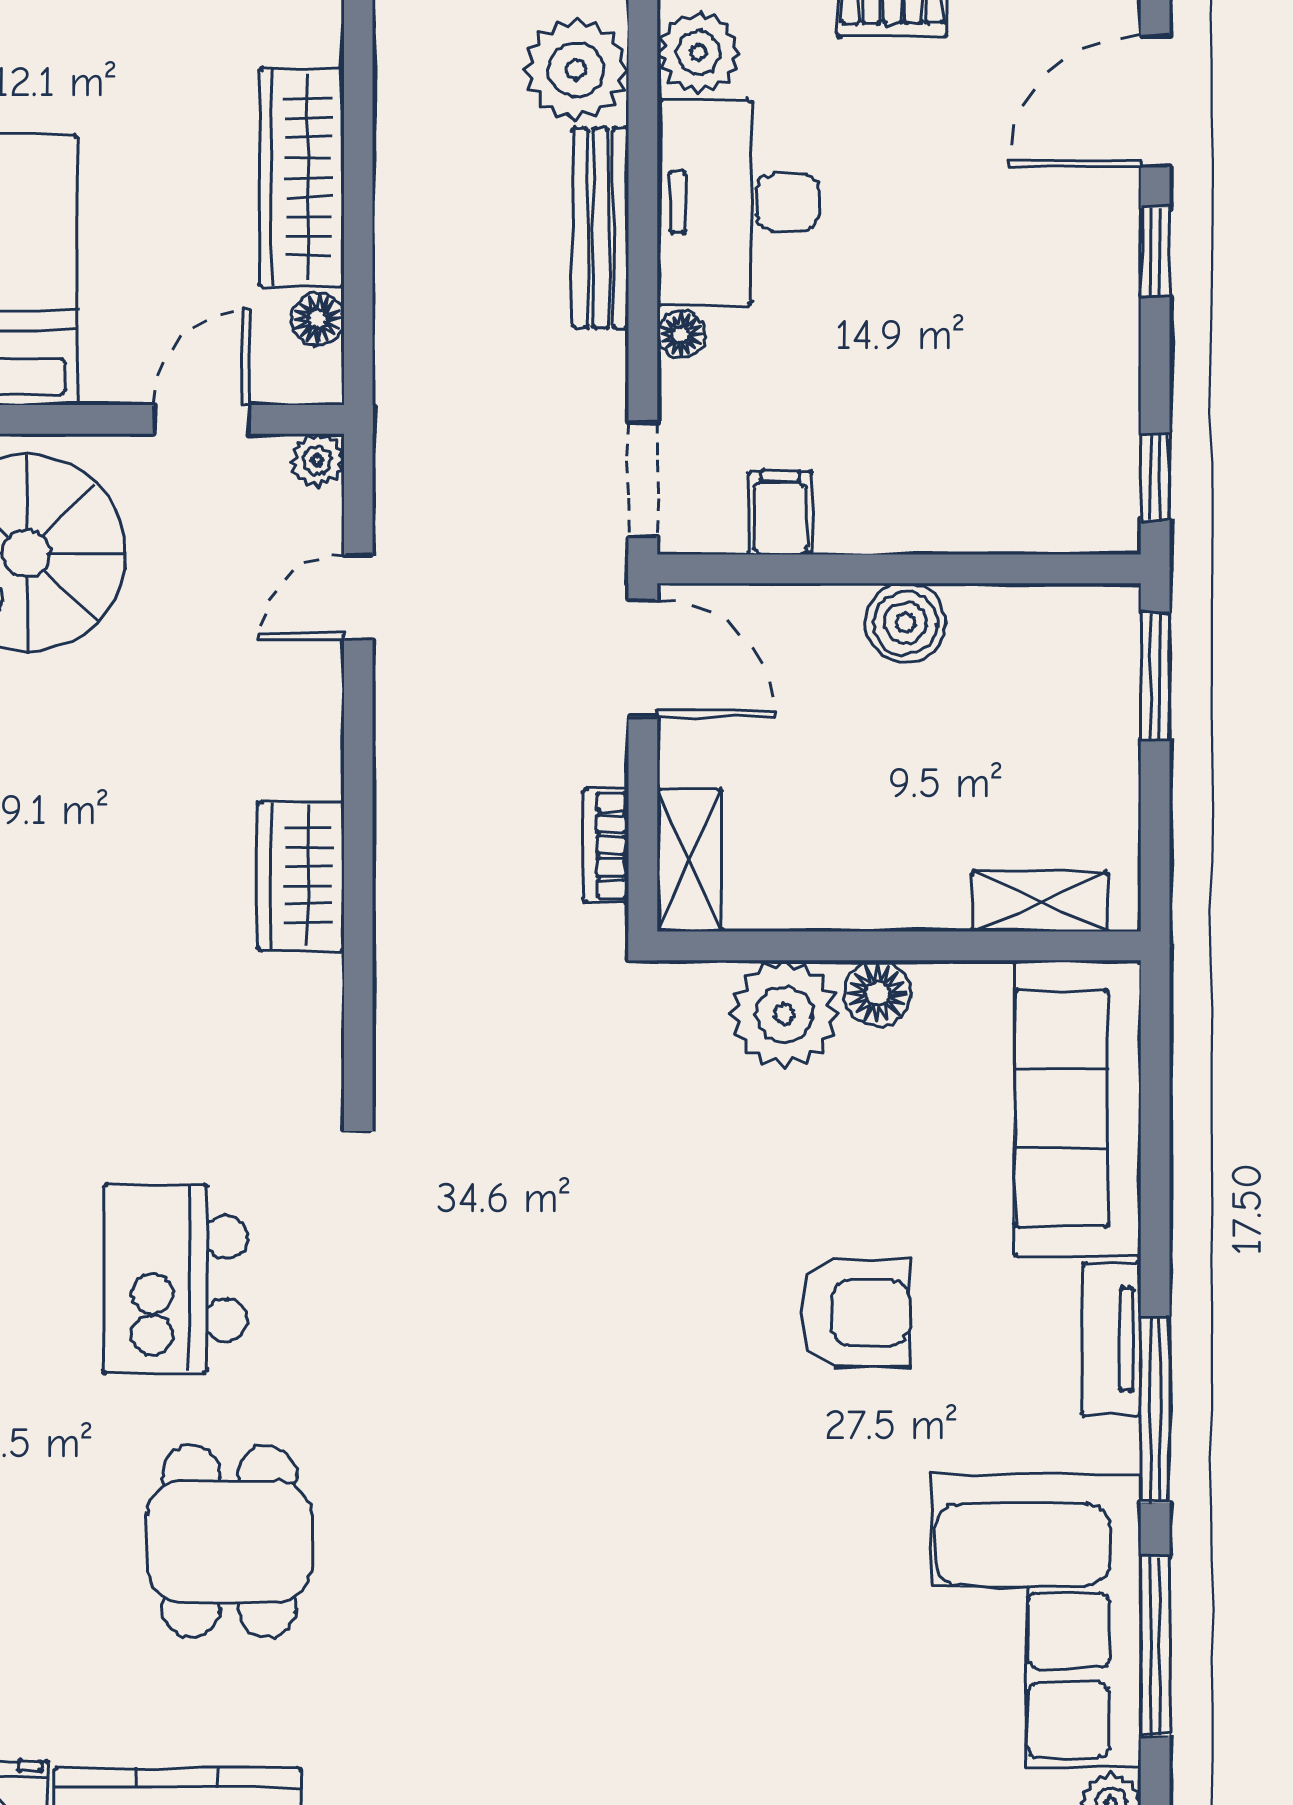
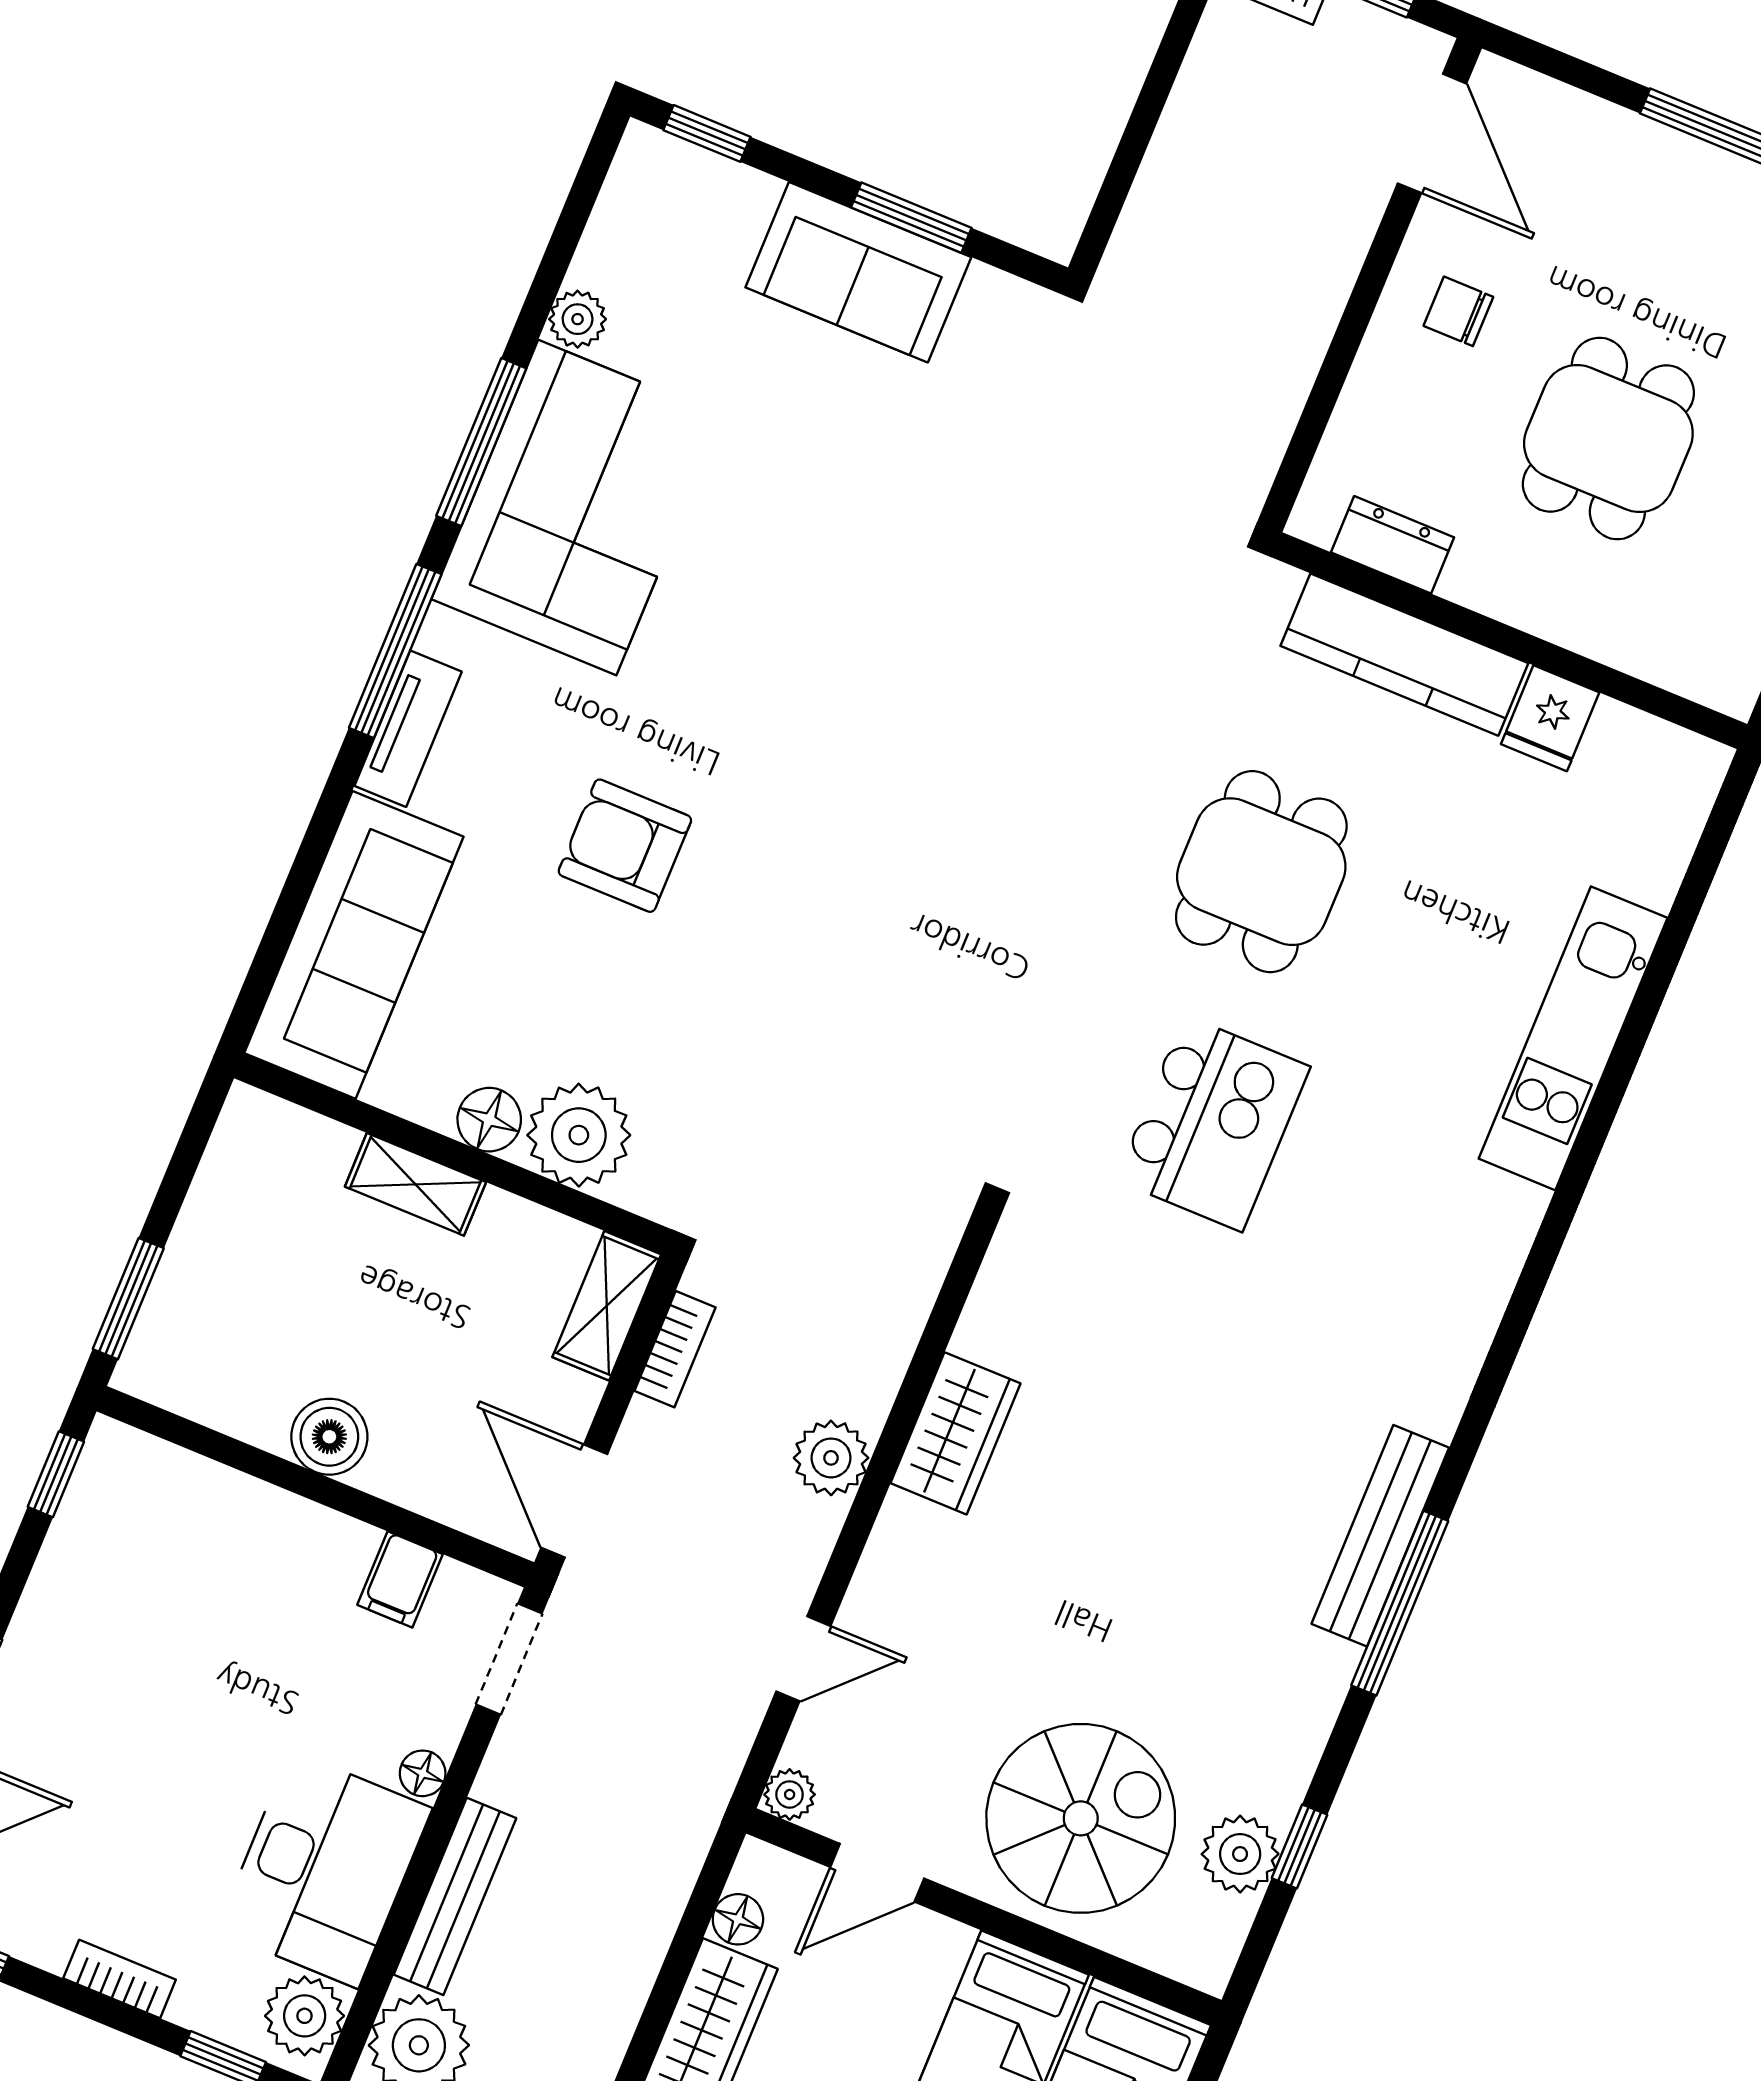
plant: (412, 802) -> (831, 1458), added
shelving: (1040, 901) -> (415, 1184), moved

